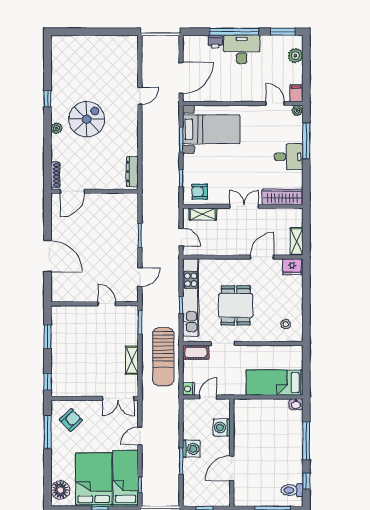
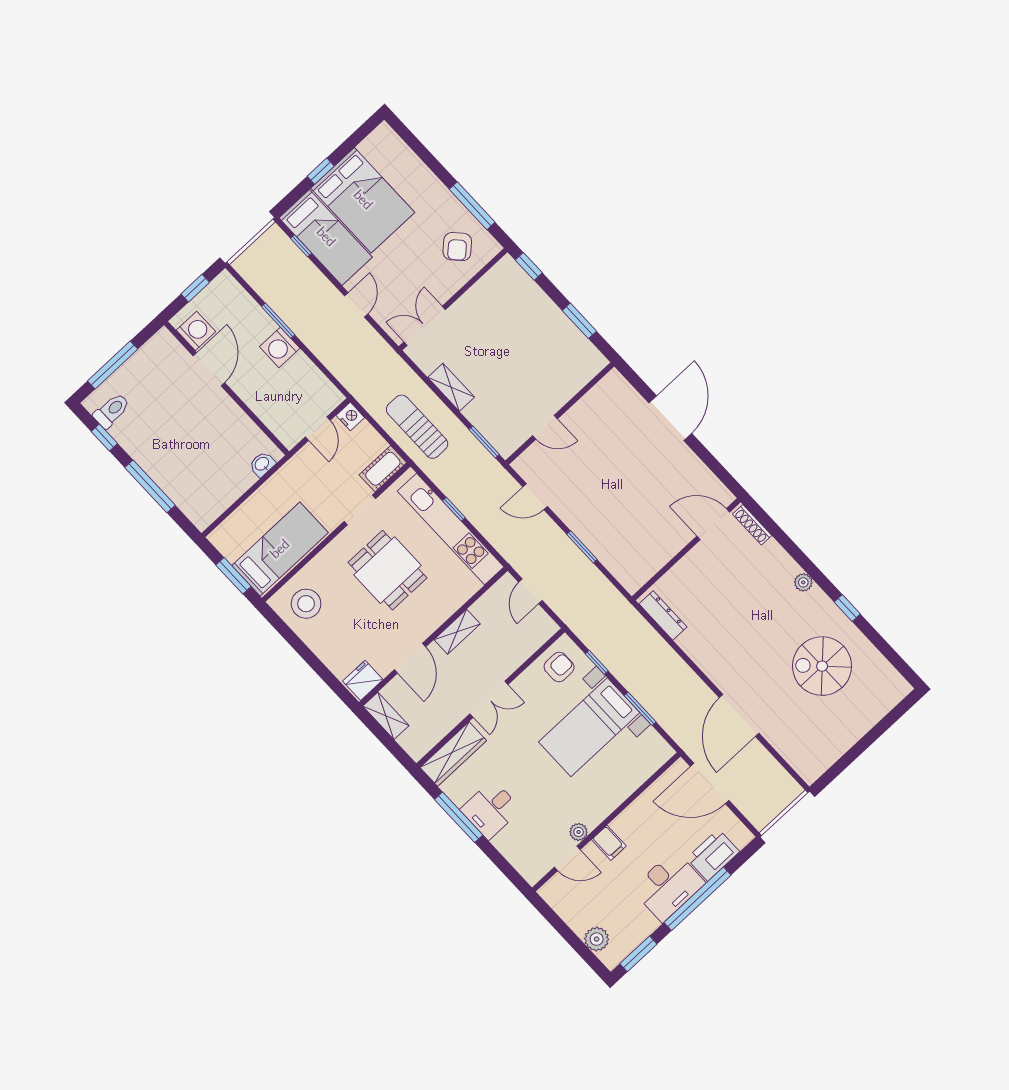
printer: (215, 42) -> (713, 855), width x1.87, depth x1.48
door: (181, 78) -> (710, 783), hinge flipped
filing cabinet: (296, 93) -> (609, 843), moved
door: (140, 96) -> (739, 715), width x1.88
plant: (297, 110) -> (579, 832), moved
spiral stairs: (87, 119) -> (822, 666), moved, turned 90
bed with nightstands: (211, 129) -> (589, 727), moved
window: (306, 141) -> (459, 817), moved
door: (72, 191) -> (713, 524), hinge flipped
shelving: (203, 214) -> (457, 632), moved
door: (181, 237) -> (530, 591), hinge flipped
door: (48, 256) -> (670, 418), swing flipped
door: (140, 277) -> (535, 497), hinge flipped
stool: (286, 324) -> (306, 604), width x1.89, depth x1.89
sun lounger: (163, 357) -> (417, 427), width x0.73, depth x0.75
window: (306, 367) -> (233, 576), added
bed: (275, 383) -> (280, 549), moved
washbasin: (296, 404) -> (262, 464), moved
washing machine: (222, 427) -> (196, 331), moved
floor lamp: (60, 490) -> (391, 150), removed

